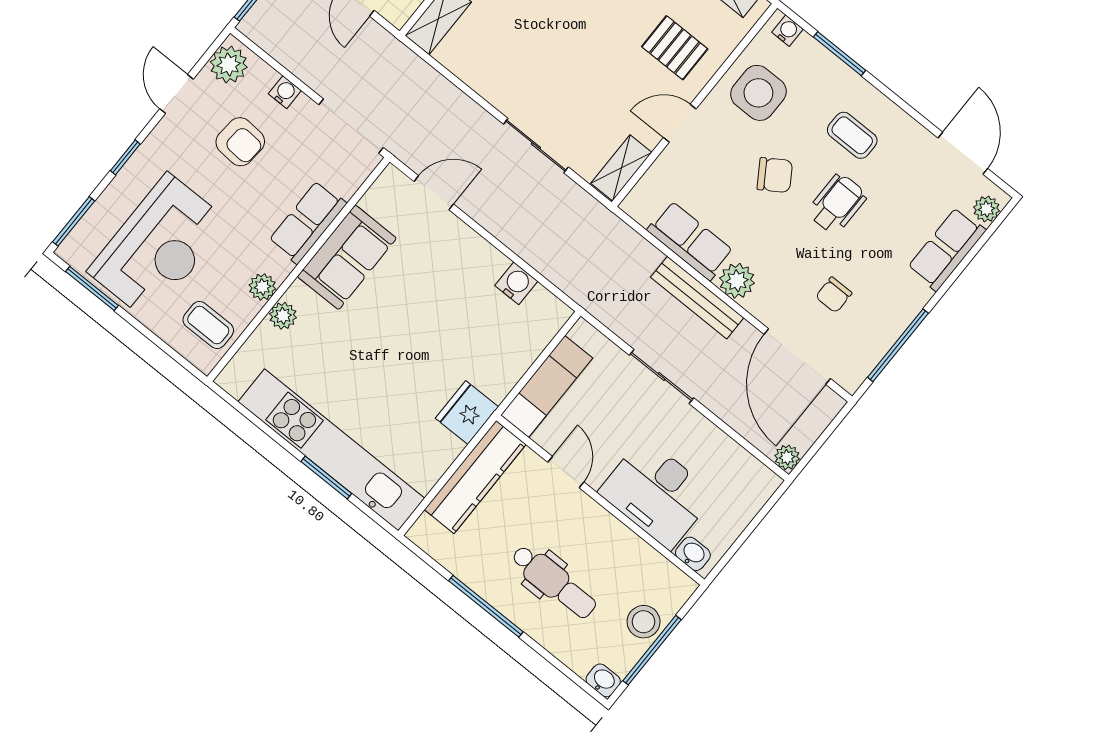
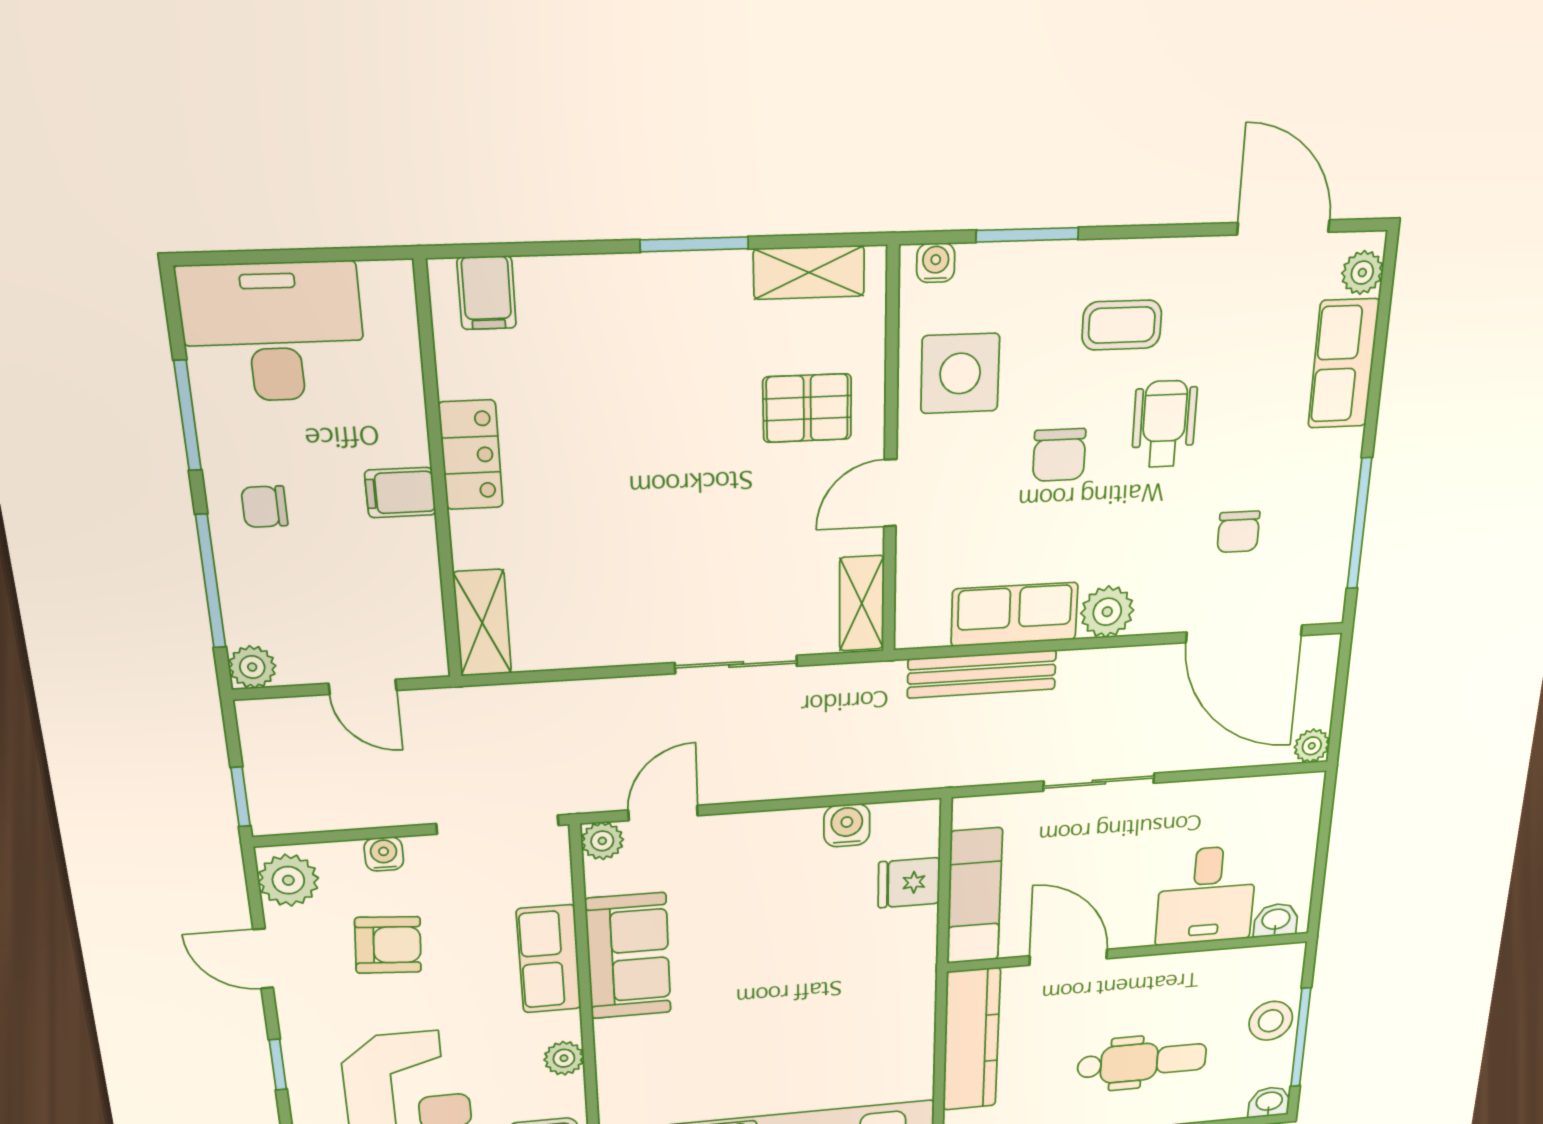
chair: (775, 175) -> (1059, 455), turned 123
bench: (697, 298) -> (982, 674), moved
plant: (283, 316) -> (602, 841), moved
fridge: (467, 413) -> (909, 883), moved, width x0.72
door: (566, 472) -> (1068, 957), width x1.38
desk: (657, 493) -> (1206, 895), width x0.73

